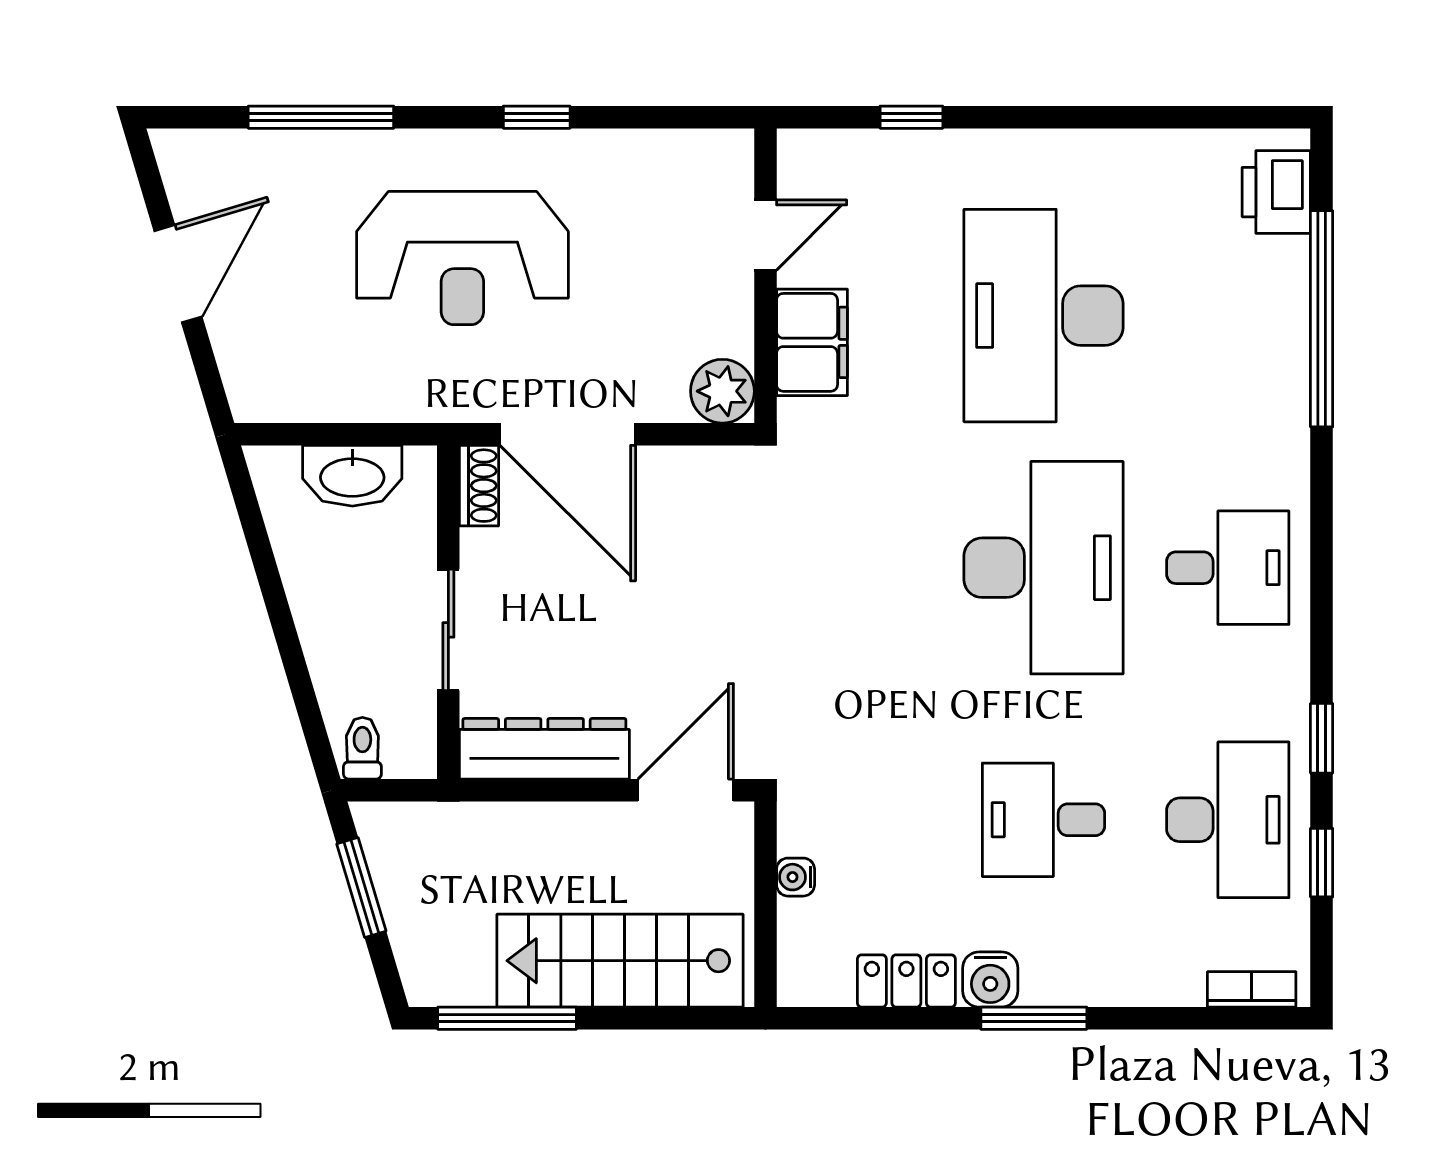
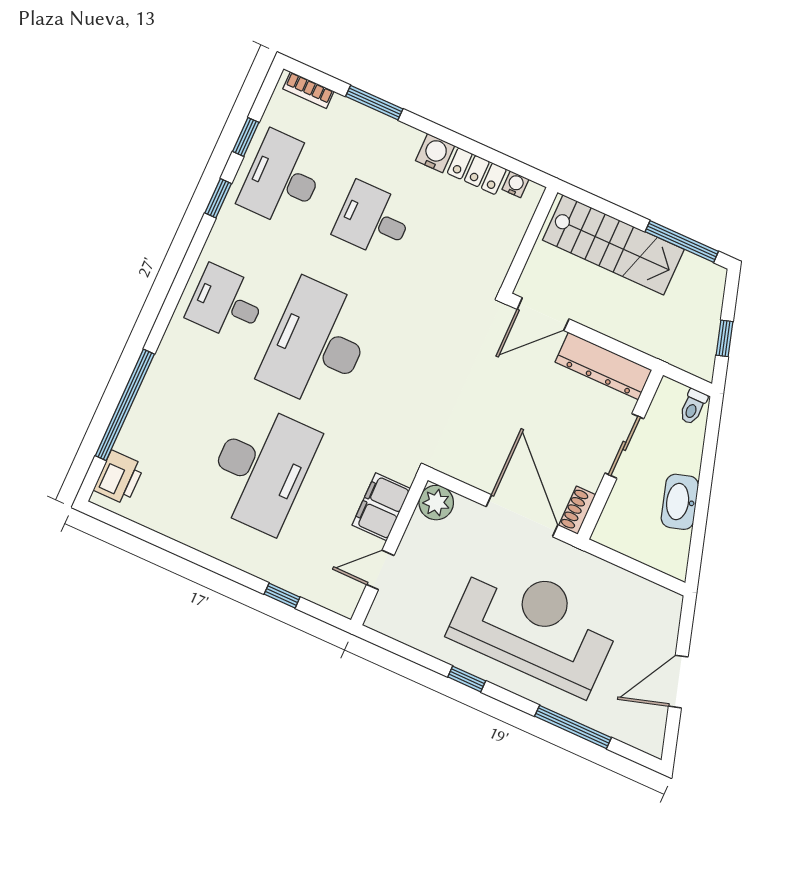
reception desk: (462, 258) -> (535, 626), width x1.36, depth x1.30
washbasin: (352, 476) -> (680, 502), moved, turned -107
desk: (1044, 820) -> (373, 220), turned 180
water cooler: (796, 877) -> (515, 184), moved, turned -90
window: (361, 887) -> (724, 338), width x0.67
window: (1034, 1018) -> (374, 103), moved

